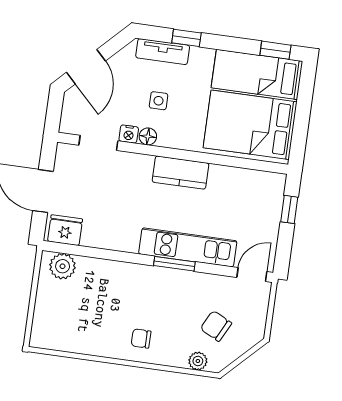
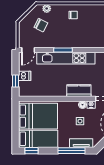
window: (186, 38) -> (72, 151), width x2.17
kitchen counter: (181, 173) -> (79, 91), moved
dishwasher: (267, 218) -> (25, 76), added
kitchen unit: (188, 247) -> (66, 58), width x1.36

